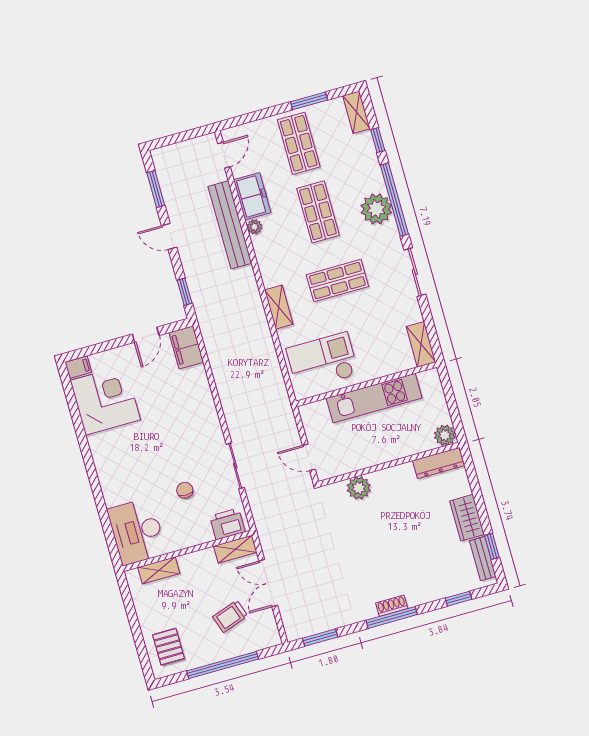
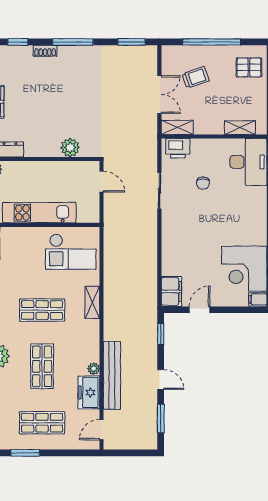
shop shelf: (299, 143) -> (42, 423), turned 90
shoe rack: (392, 606) -> (45, 51), moved
pallet: (168, 647) -> (249, 67), turned 90

